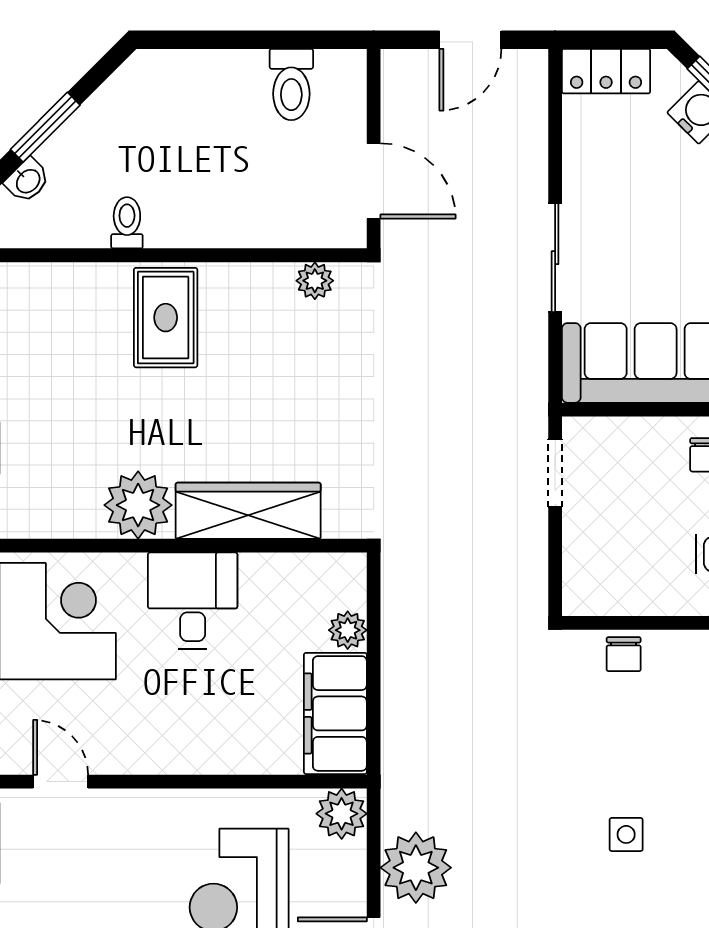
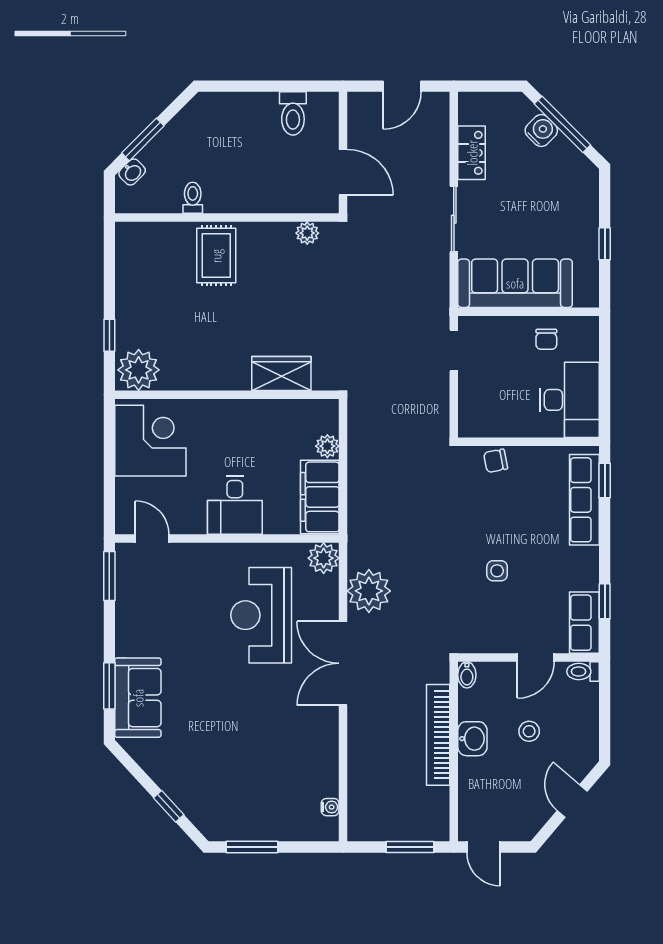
locker: (606, 71) -> (472, 153), moved, turned -90
plant: (138, 505) -> (139, 370), moved
wardrobe: (248, 511) -> (281, 373), width x0.67
desk: (193, 601) -> (235, 505), moved, turned 180
chair: (624, 654) -> (496, 461), turned 79

